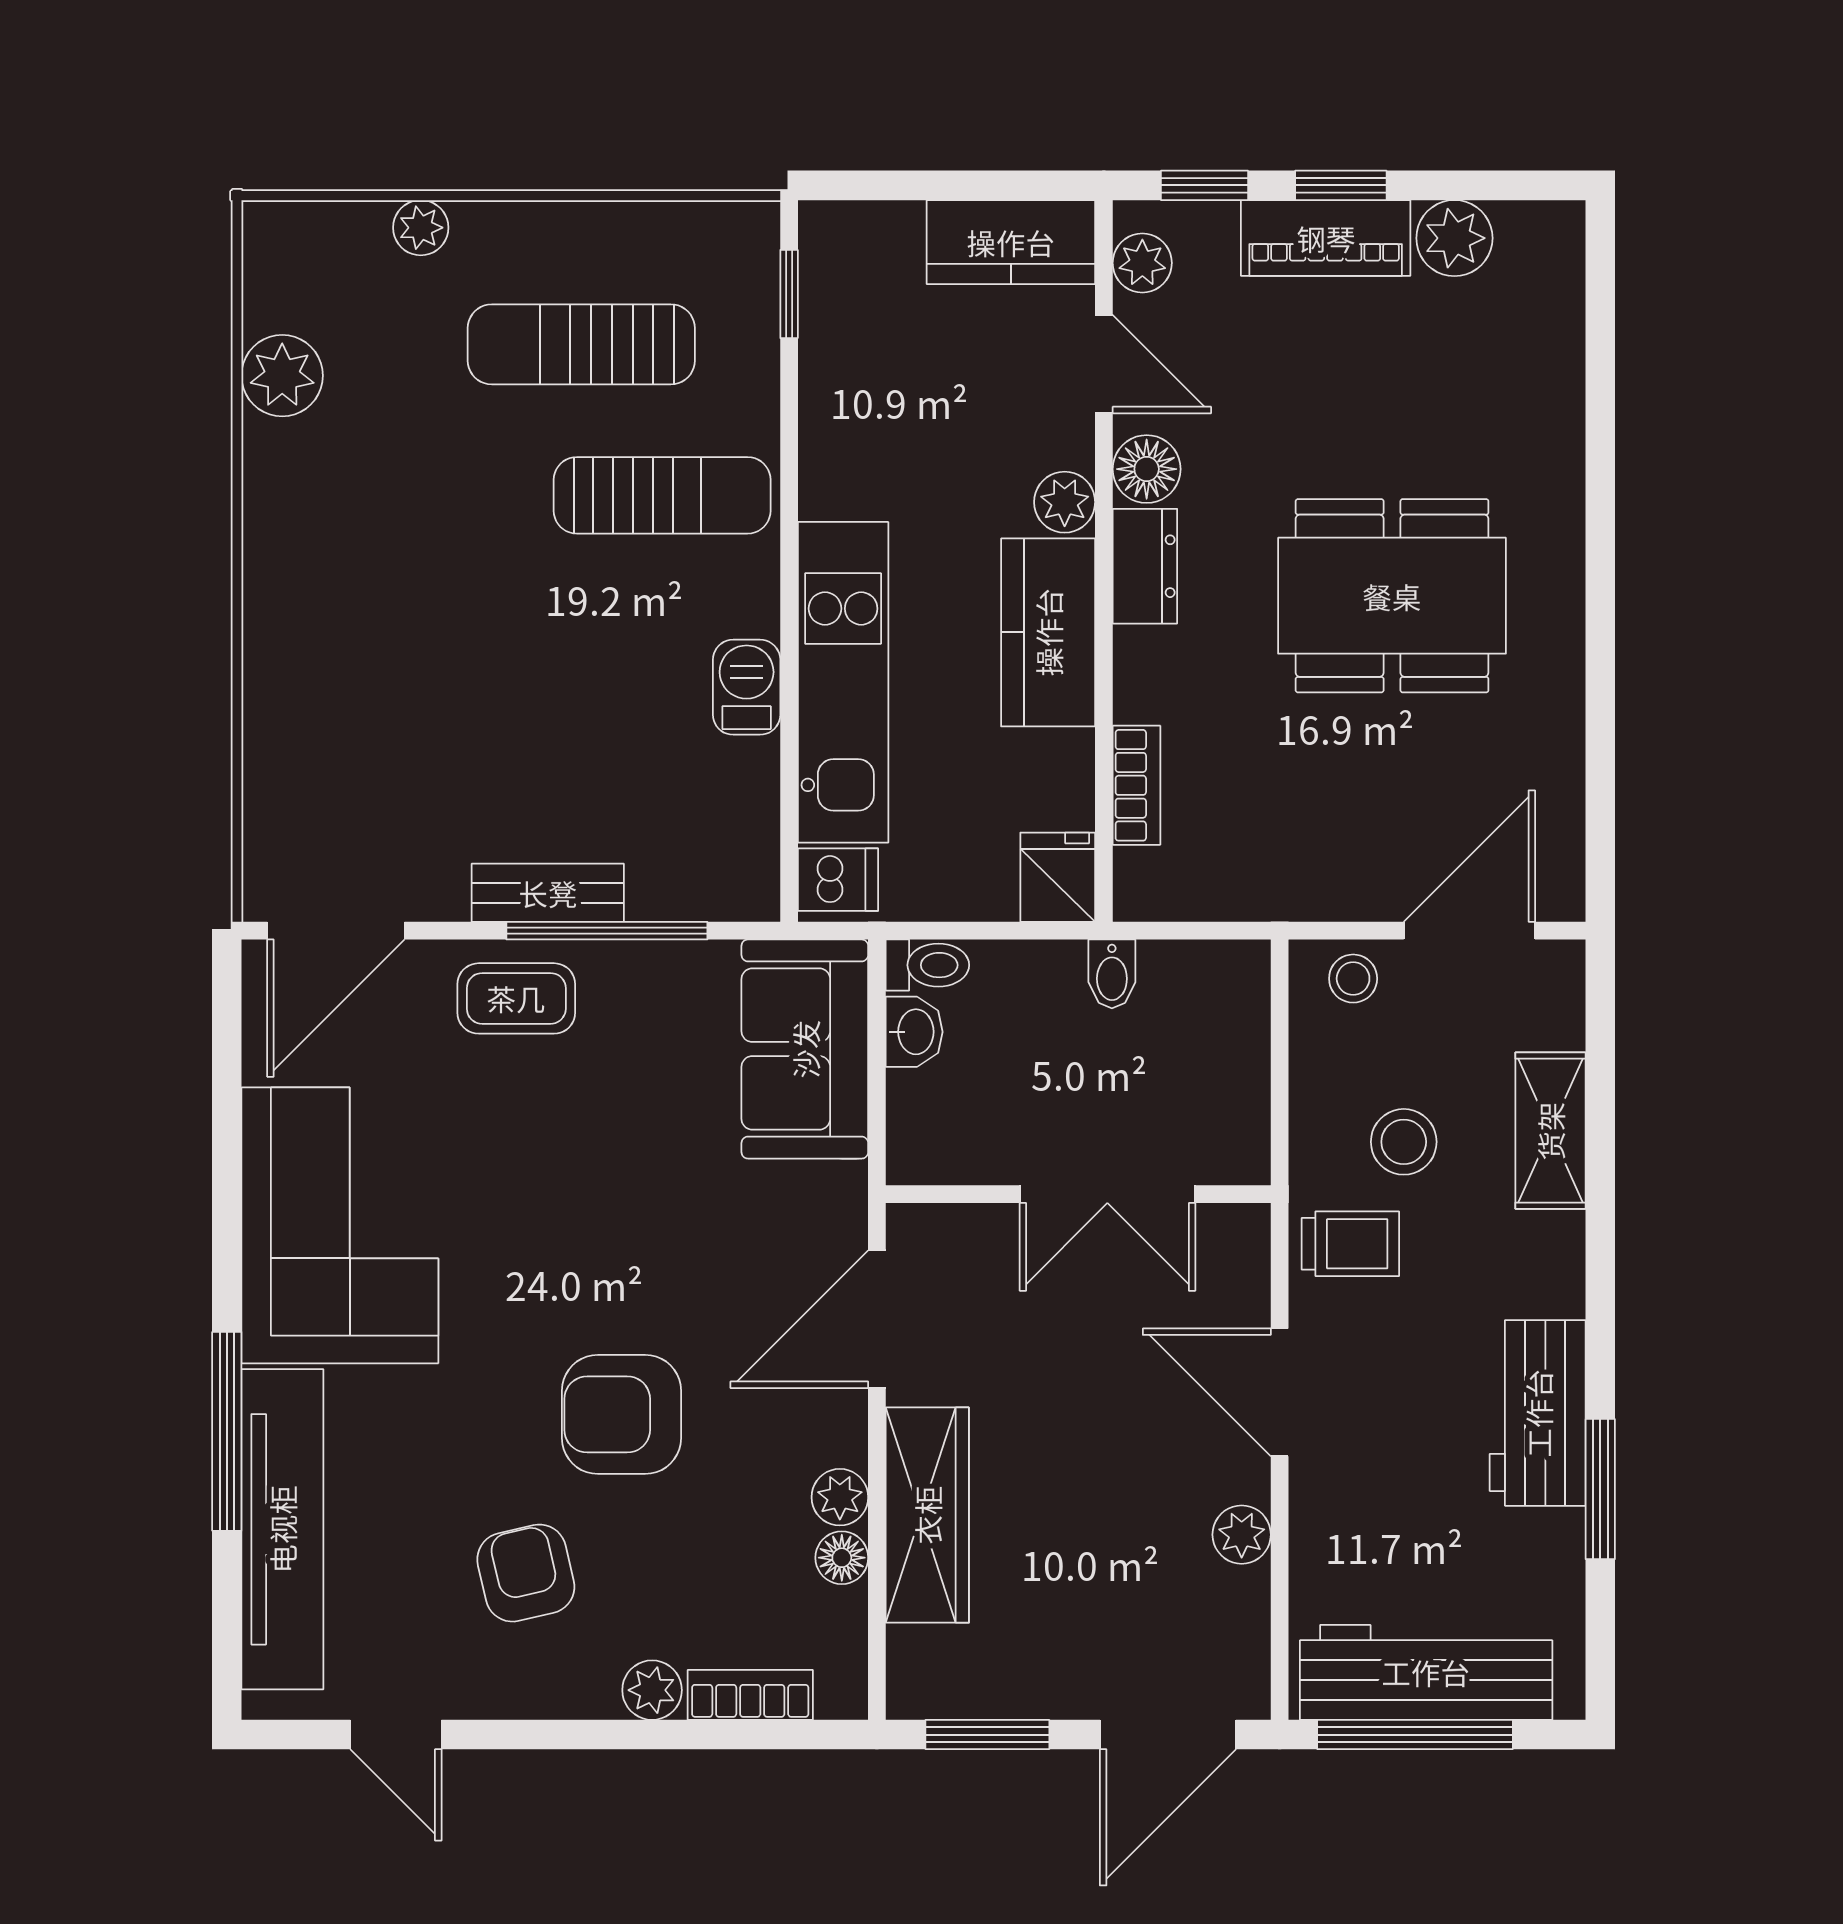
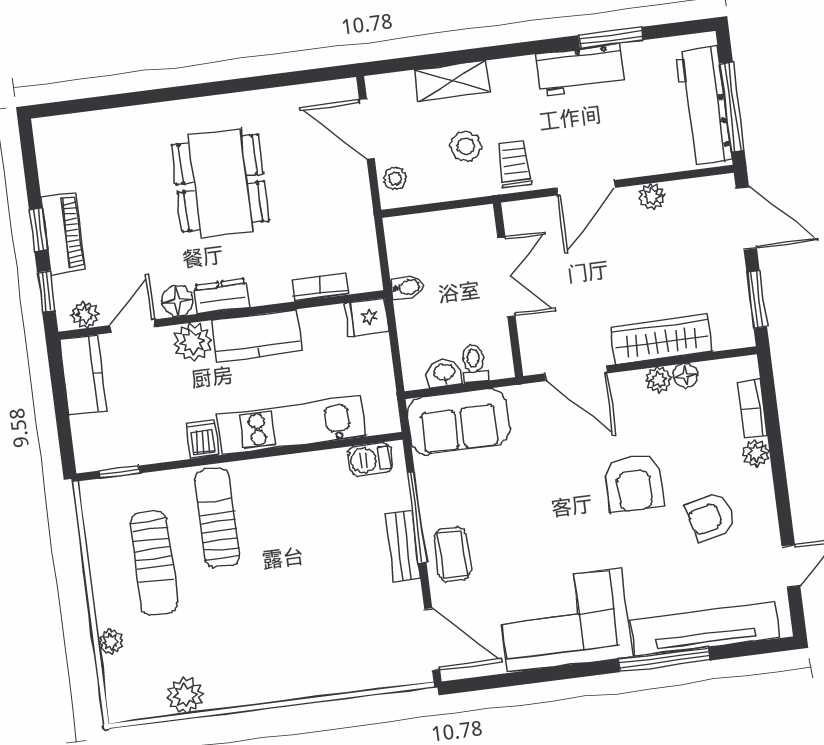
plant: (1454, 238) -> (56, 176), removed
plant: (1065, 502) -> (193, 342), width x1.38, depth x1.38
barbecue: (747, 687) -> (370, 459), moved
dishwasher: (838, 880) -> (202, 439), moved
toilet: (927, 965) -> (474, 363), moved

